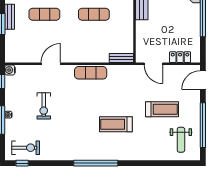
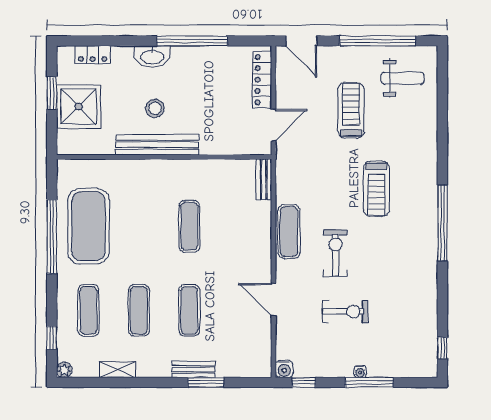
locker: (180, 57) -> (262, 80), width x1.53
exercise bike: (26, 148) -> (335, 253), moved

